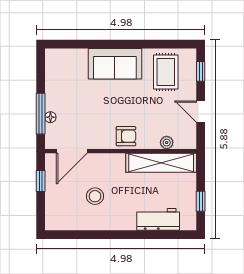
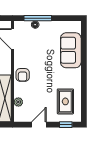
sofa: (115, 64) -> (71, 50), moved
rug: (166, 72) -> (65, 101), turned 90

